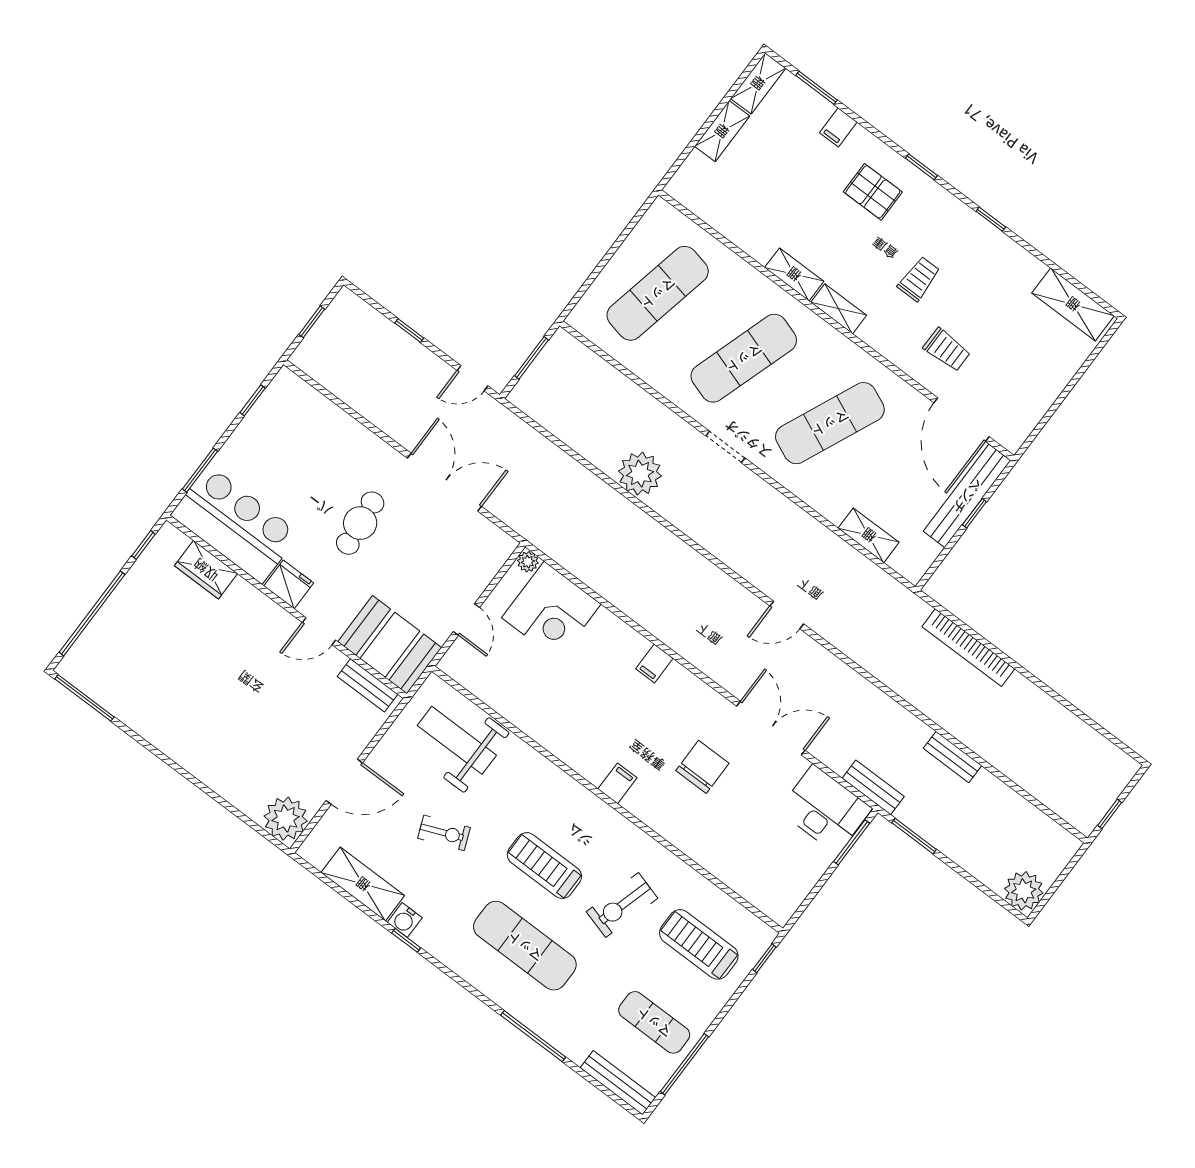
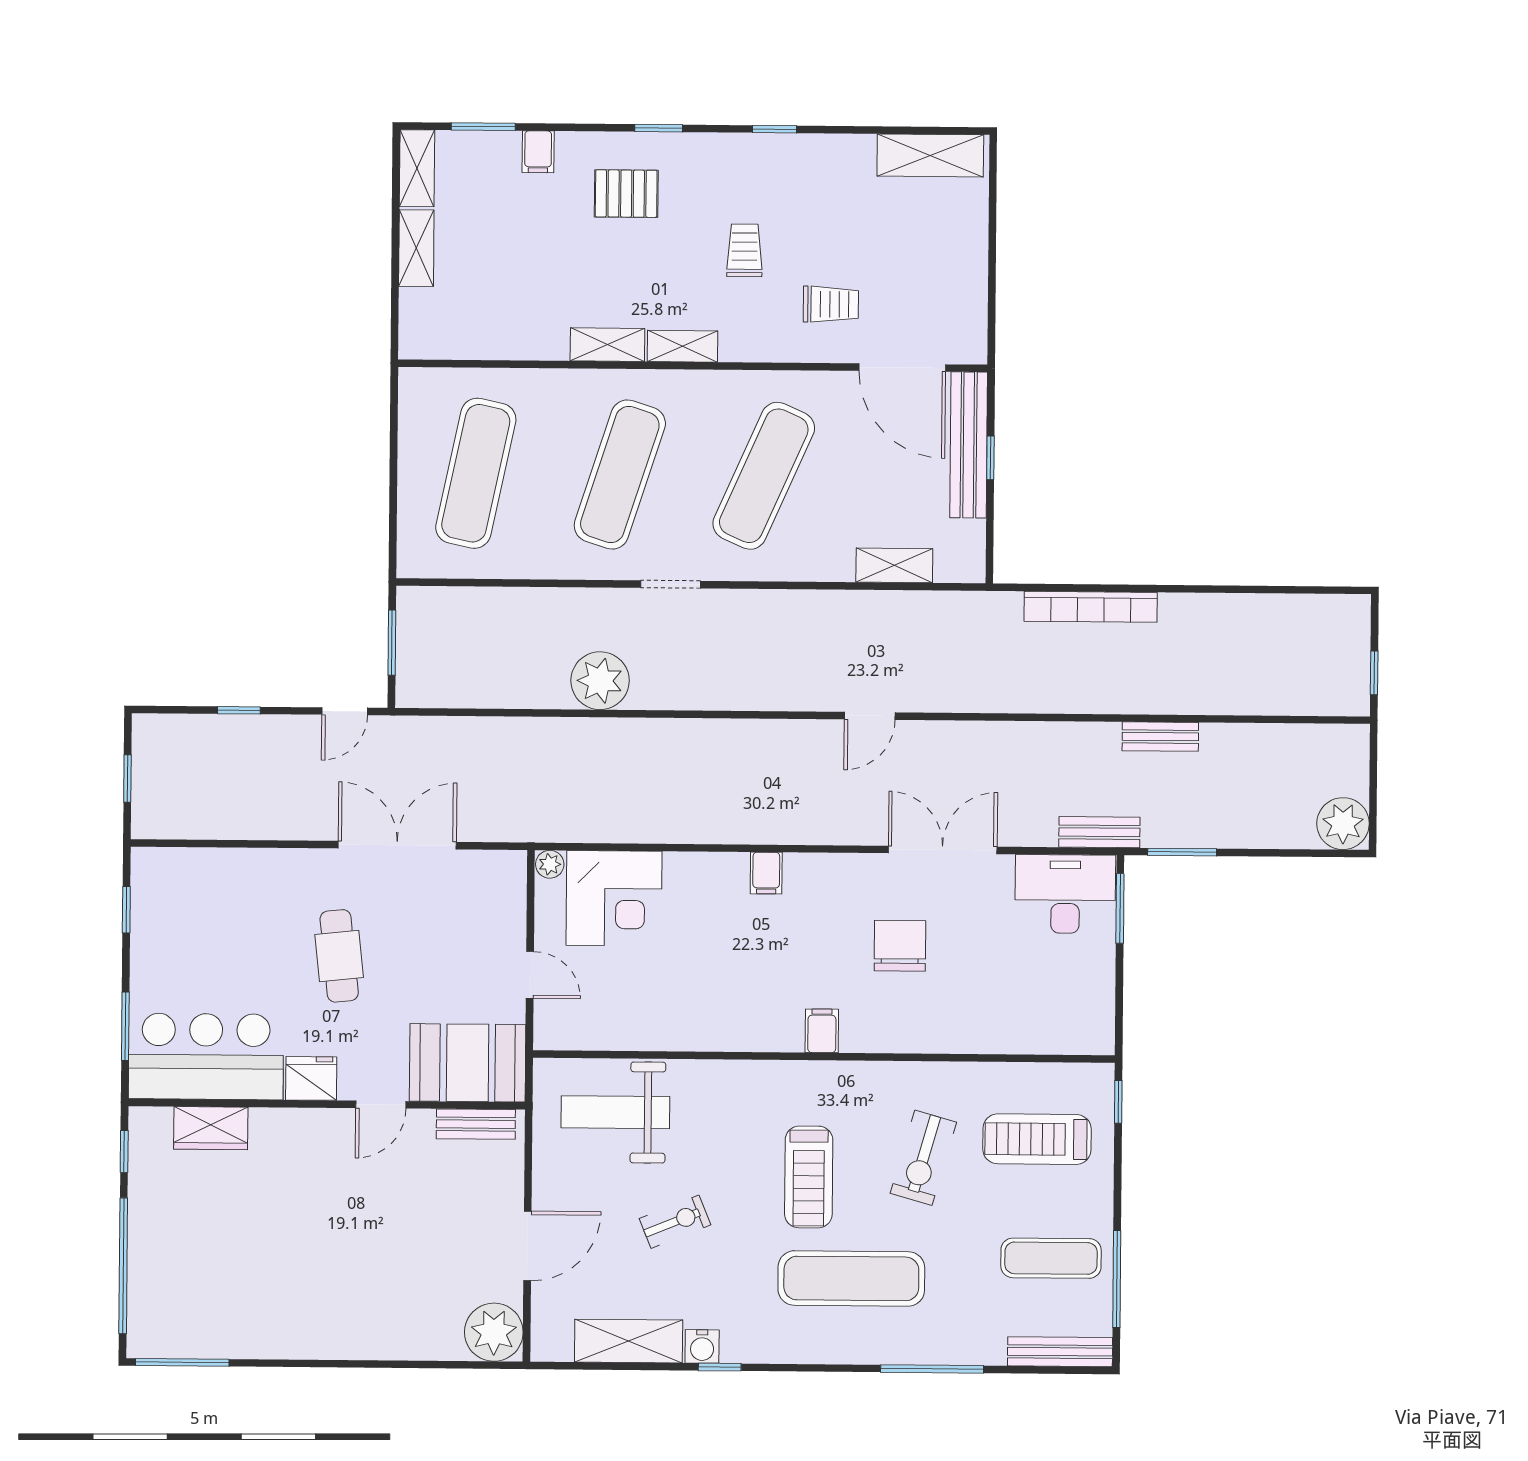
treadmill: (544, 865) -> (809, 1177), turned -90

